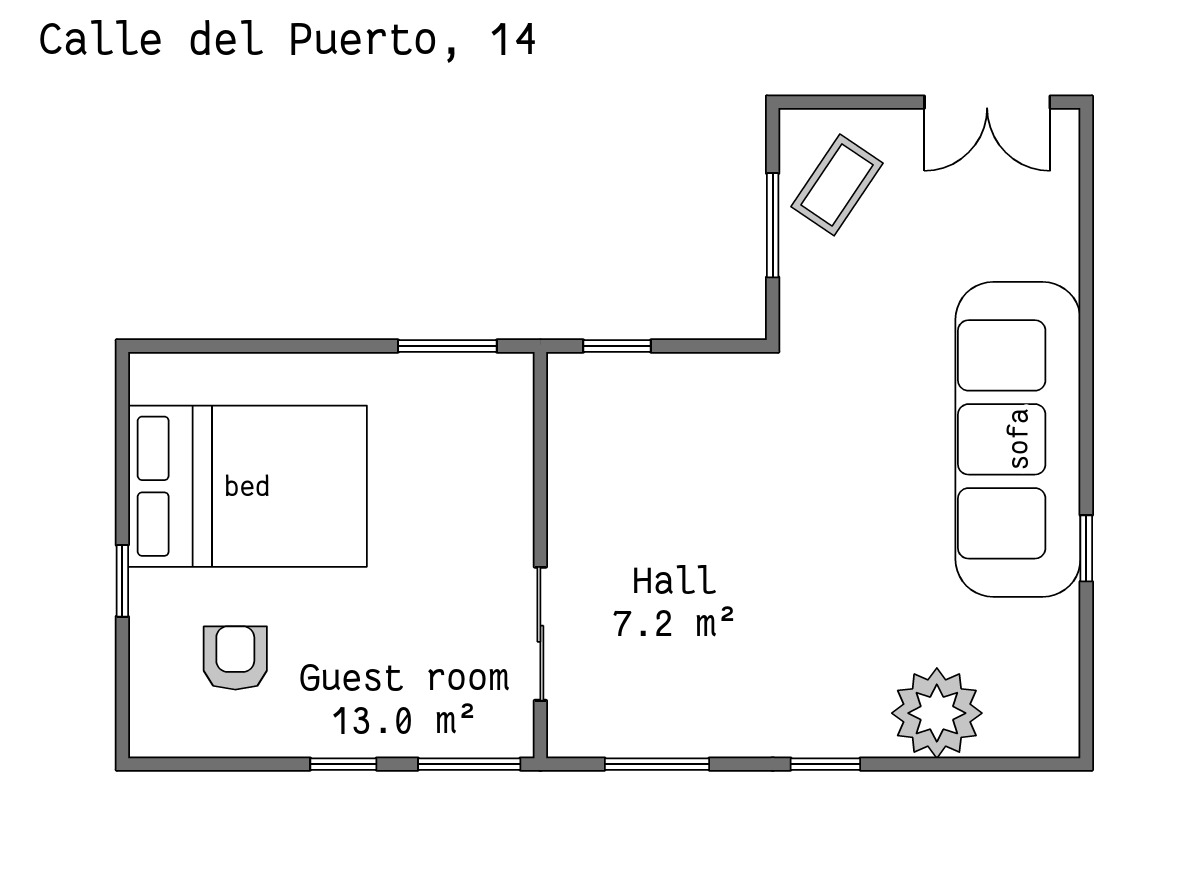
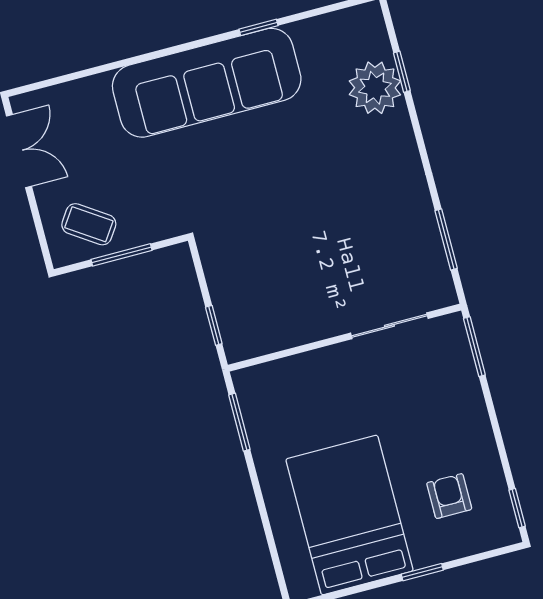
armchair: (235, 658) -> (449, 496), turned 90
window: (343, 764) -> (517, 508), moved
window: (825, 764) -> (402, 72), moved

